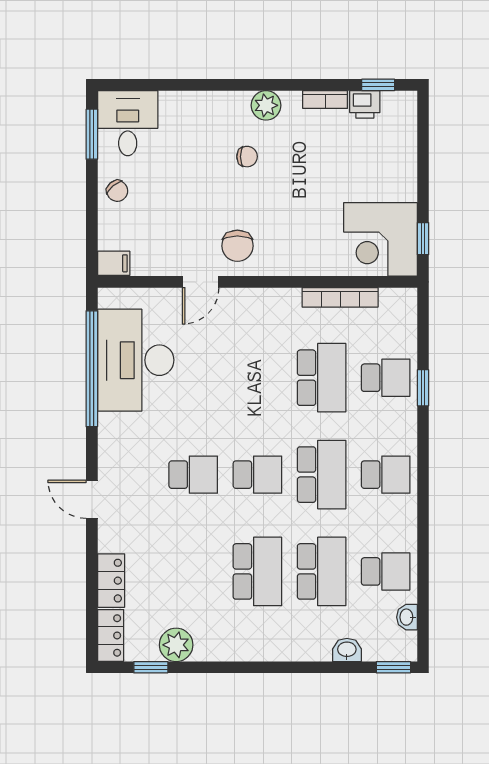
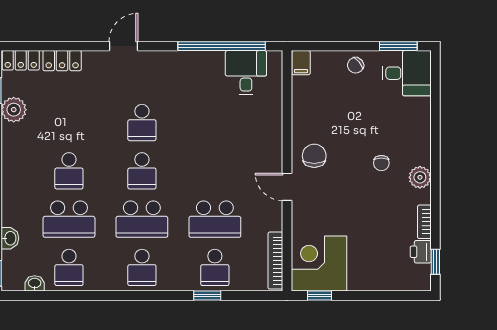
chair: (237, 246) -> (314, 156), turned 90
door: (201, 282) -> (287, 187), moved
bookcase: (340, 297) -> (275, 261), moved
desk: (136, 360) -> (246, 73), width x0.53, depth x0.77
school desk: (257, 571) -> (69, 171), width x0.54

